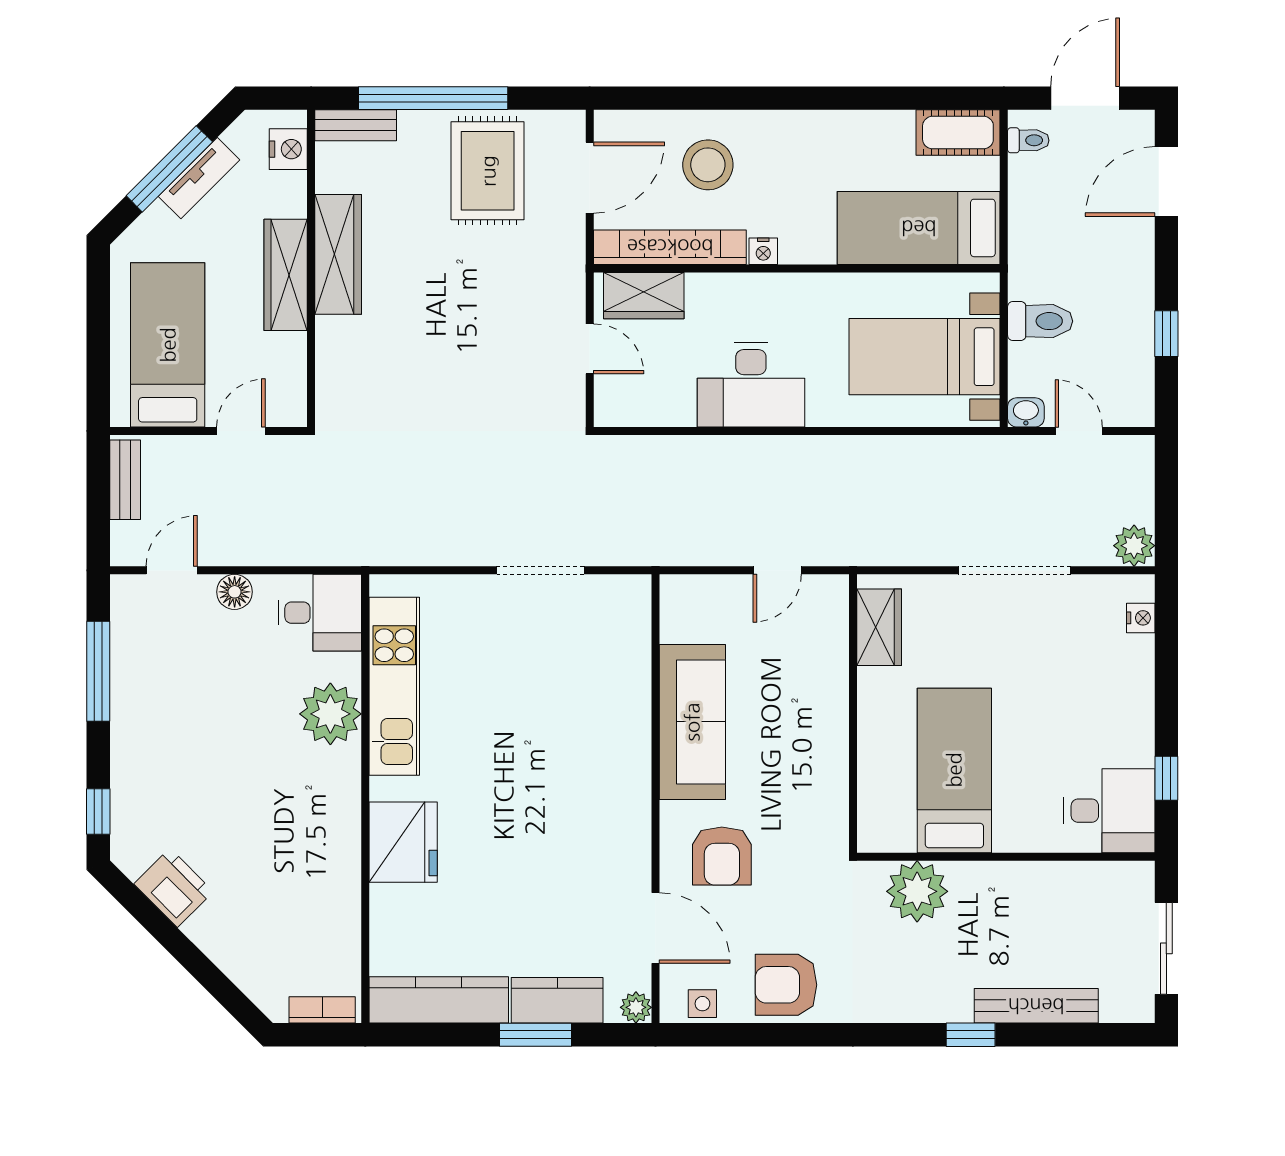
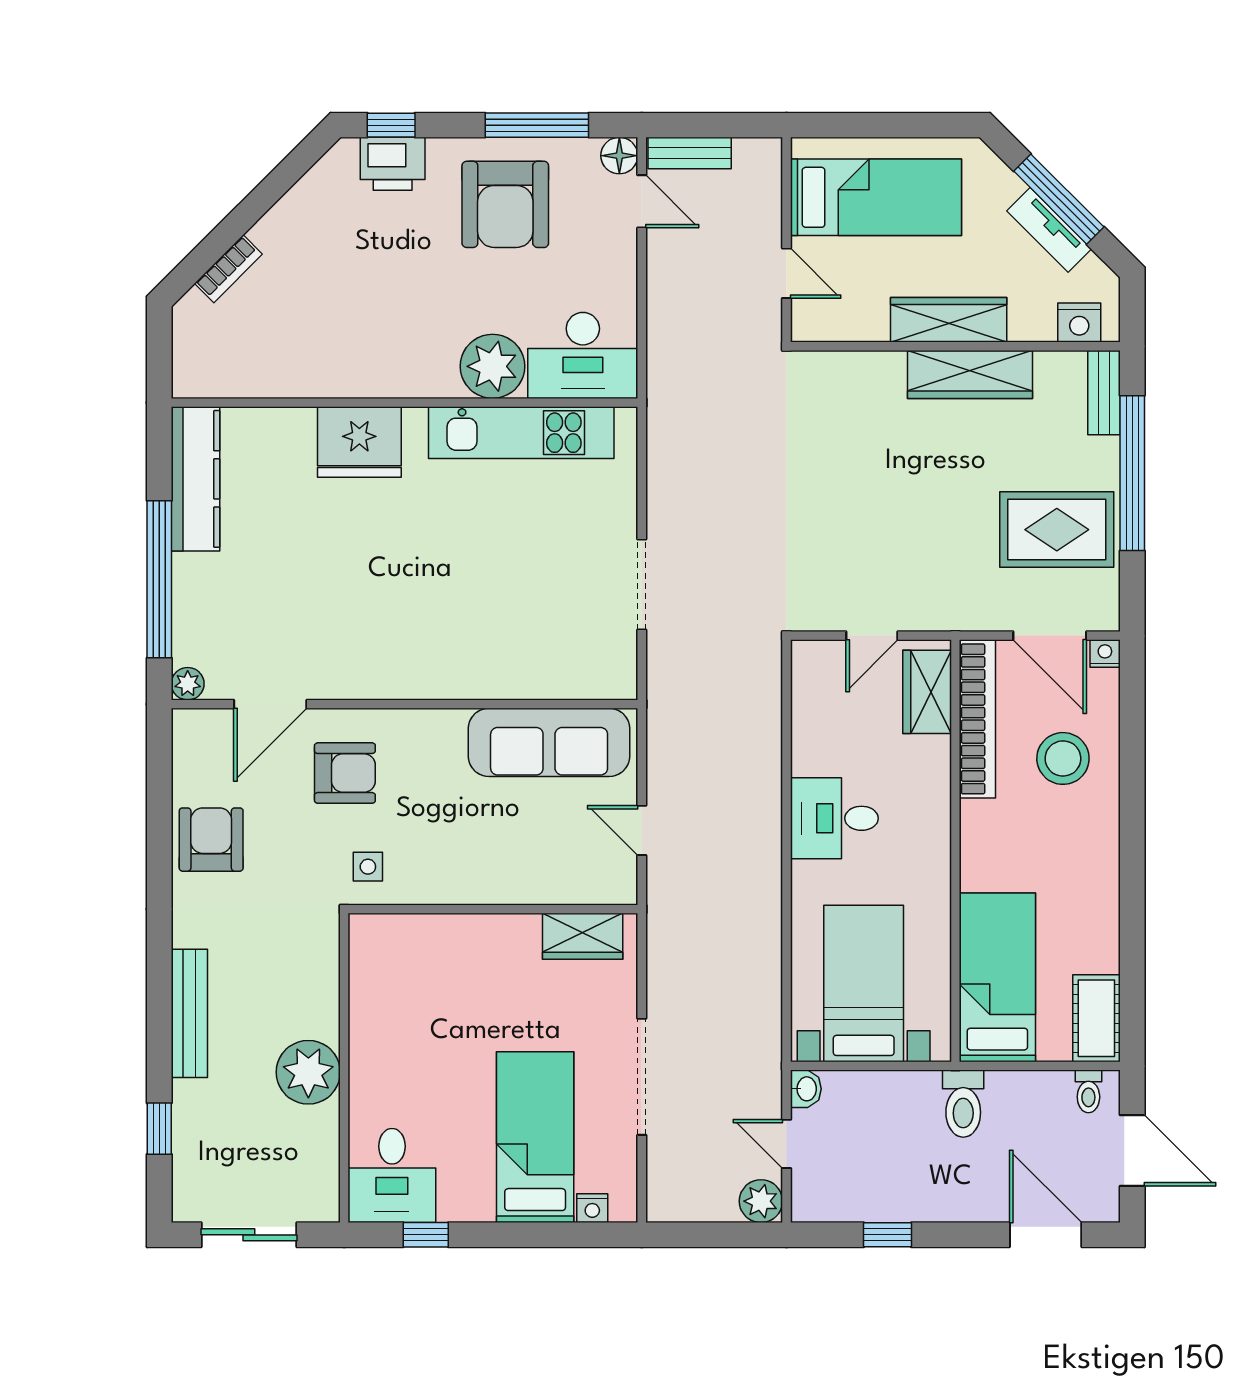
nightstand: (763, 251) -> (1105, 654), moved, turned 90
toilet: (1040, 321) -> (963, 1104), moved
desk: (751, 385) -> (834, 818), width x0.73
door: (1079, 431) -> (786, 1144), swing flipped
bench: (125, 480) -> (690, 153), moved
plant: (1134, 546) -> (761, 1201), moved
floor lamp: (235, 592) -> (619, 156), moved
desk: (320, 613) -> (583, 355), width x1.37
armchair: (175, 702) -> (505, 204), added
sofa: (692, 722) -> (549, 742), moved
bed: (954, 770) -> (535, 1137), moved, turned -90
armchair: (722, 856) -> (345, 773), turned 180
printer: (174, 888) -> (393, 164), moved, turned 45
plant: (917, 891) -> (308, 1072), moved
kitchen counter: (557, 1000) -> (195, 602), removed
side table: (702, 1004) -> (368, 867), moved
bench: (1036, 1006) -> (189, 1013), moved
bookcase: (322, 1010) -> (228, 269), moved, turned 45
window: (535, 1035) -> (159, 579), width x2.11
window: (971, 1035) -> (159, 1129), moved

